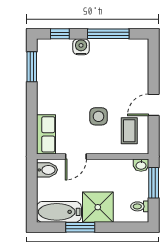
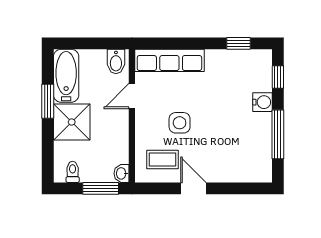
window: (32, 67) -> (239, 43), width x0.67
row of seats: (46, 134) -> (169, 60), width x1.48
door: (76, 157) -> (132, 96), hinge flipped

